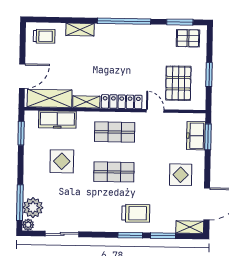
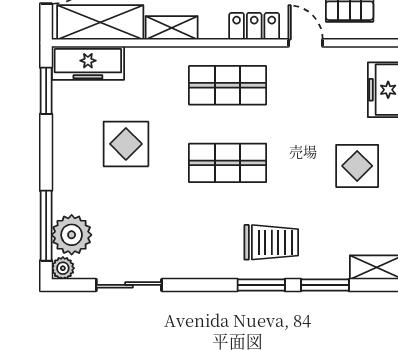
locker: (122, 102) -> (254, 26), width x0.66
freezer: (57, 120) -> (88, 63), moved

